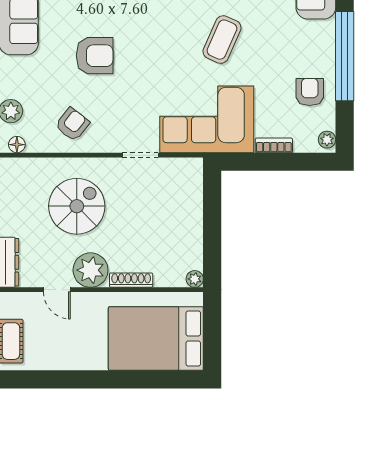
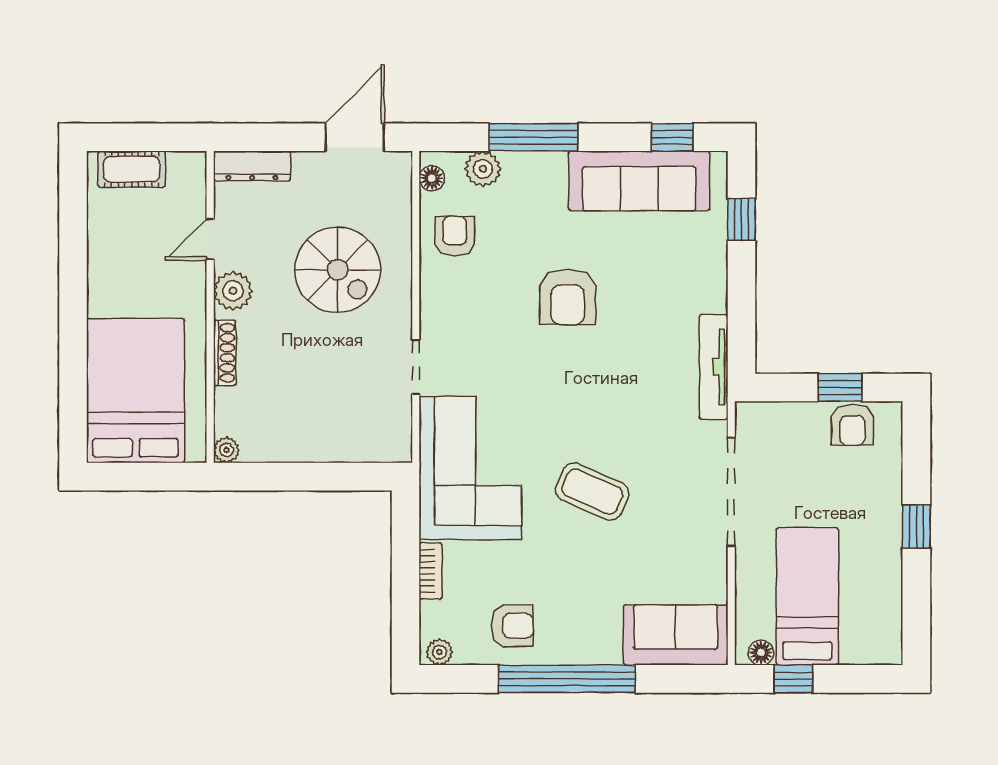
armchair: (72, 124) -> (455, 236), moved, turned -128
plant: (91, 270) -> (233, 291), width x0.73, depth x0.73

